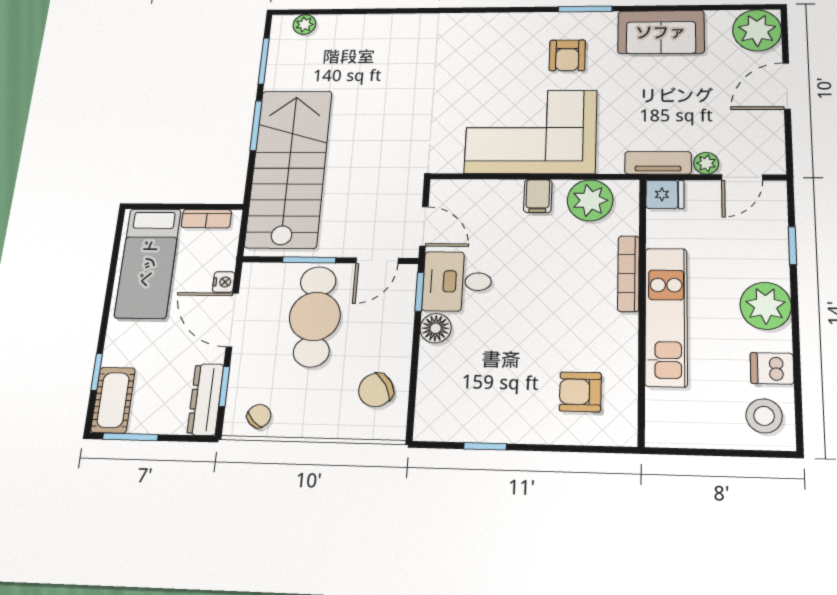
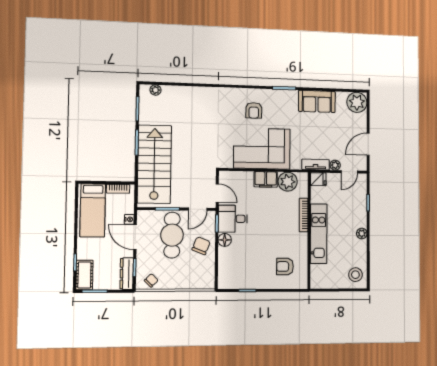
armchair: (567, 55) -> (254, 110), moved
door: (787, 86) -> (368, 144), moved
filing cabinet: (538, 196) -> (266, 179), width x2.00
plant: (766, 306) -> (362, 233), width x0.53, depth x0.53
dishwasher: (772, 368) -> (359, 255), removed
chair: (376, 390) -> (201, 246), moved, turned 142

